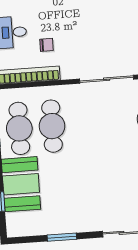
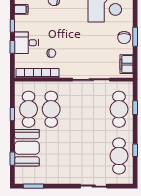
window: (62, 237) -> (33, 186), moved

